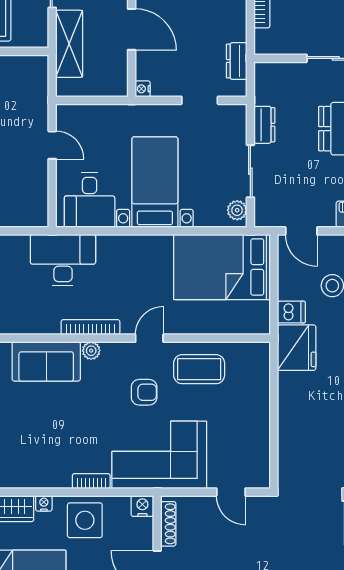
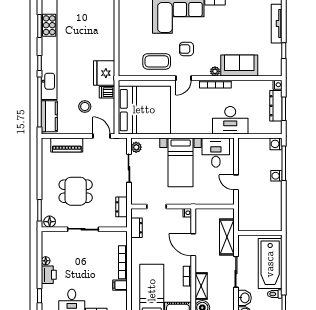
dresser: (264, 125) -> (121, 207), moved
bed: (222, 267) -> (144, 110), width x1.36

